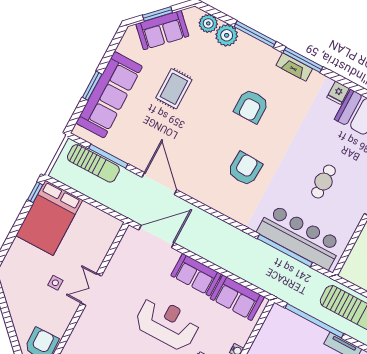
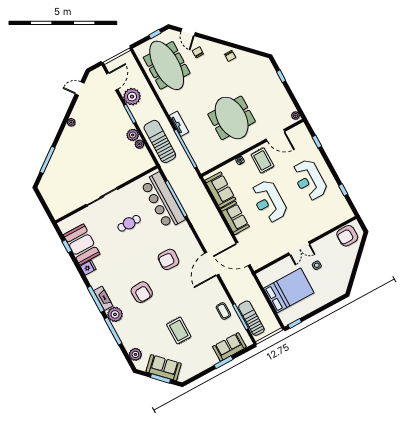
plant: (227, 35) -> (115, 314), moved
rug: (174, 89) -> (179, 330), turned 90
sofa: (109, 95) -> (229, 347), width x0.54, depth x0.79
armchair: (251, 106) -> (142, 292), turned 87
coffee table: (134, 149) -> (223, 311), added
door: (159, 184) -> (212, 264), moved
bed: (49, 218) -> (289, 290), moved

